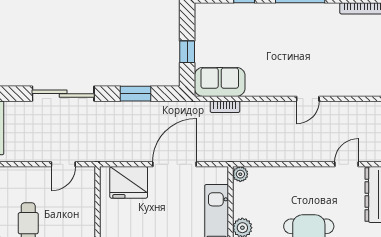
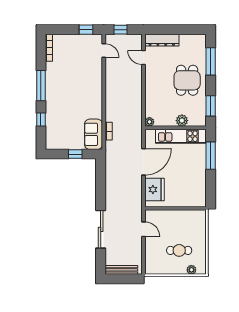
window: (136, 94) -> (101, 185), removed
door: (308, 99) -> (104, 51), moved
door: (174, 164) -> (143, 162), swing flipped

